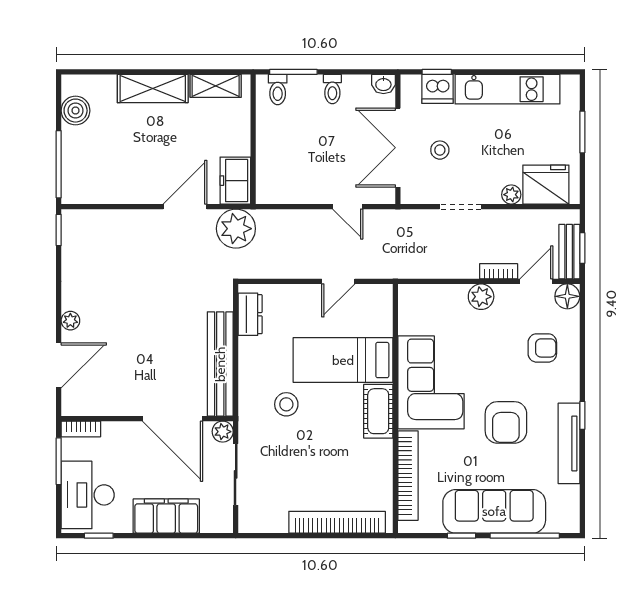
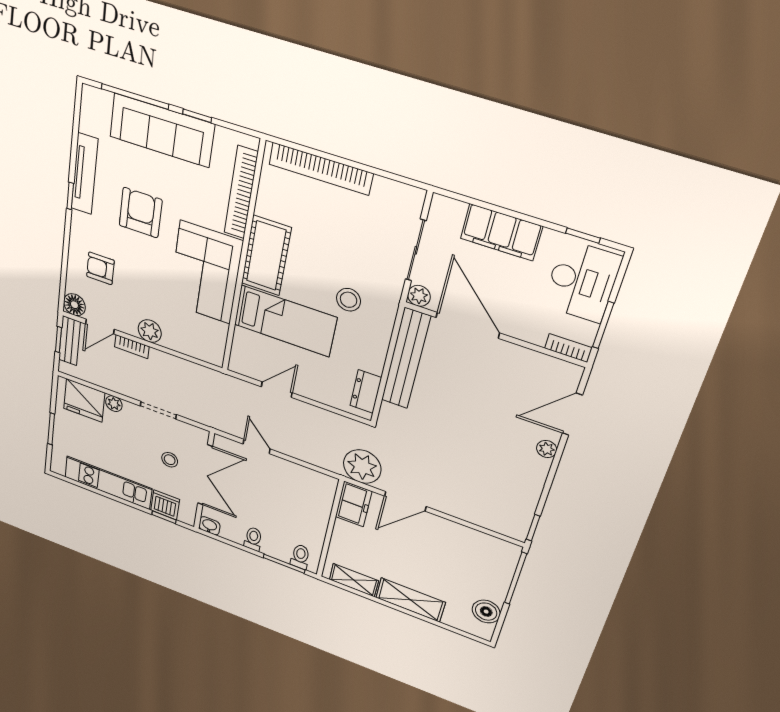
cot: (378, 411) -> (266, 256), width x1.37, depth x1.34

